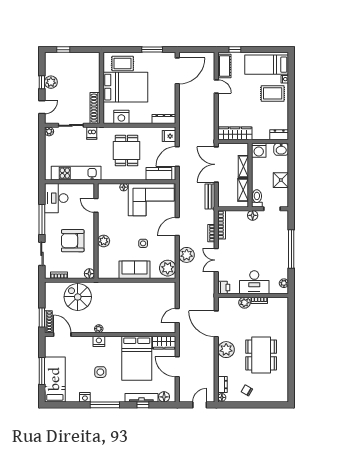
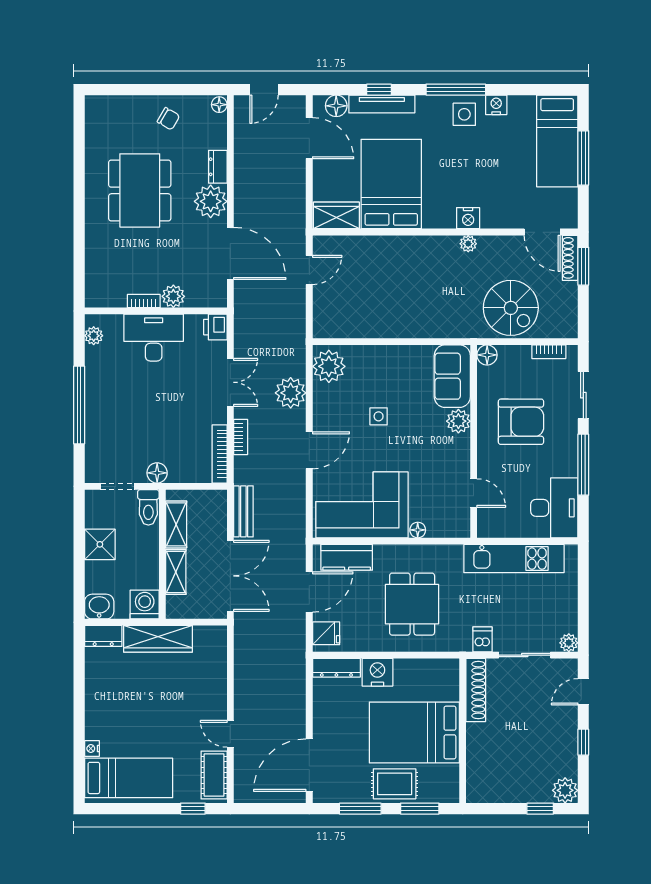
window: (123, 50) -> (420, 809), added
rug: (123, 64) -> (395, 784), moved
plant: (51, 82) -> (565, 790), moved
rug: (273, 93) -> (116, 720), removed
nightstand: (121, 117) -> (377, 672), moved
wardrobe: (235, 133) -> (158, 639), moved
sofa: (134, 270) -> (452, 376), moved, turned 90
door: (177, 367) -> (309, 138), moved
side table: (100, 372) -> (464, 114), moved
dresser: (223, 385) -> (218, 167), moved

